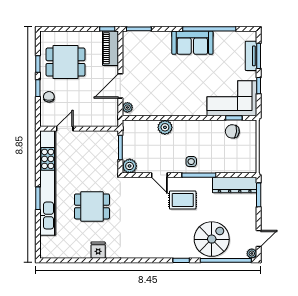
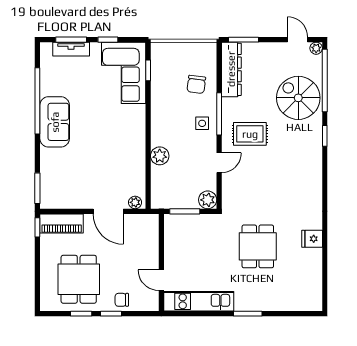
chair: (232, 131) -> (196, 84), moved
kitchen unit: (48, 183) -> (199, 301), width x0.54
rug: (183, 200) -> (250, 134), turned 90

